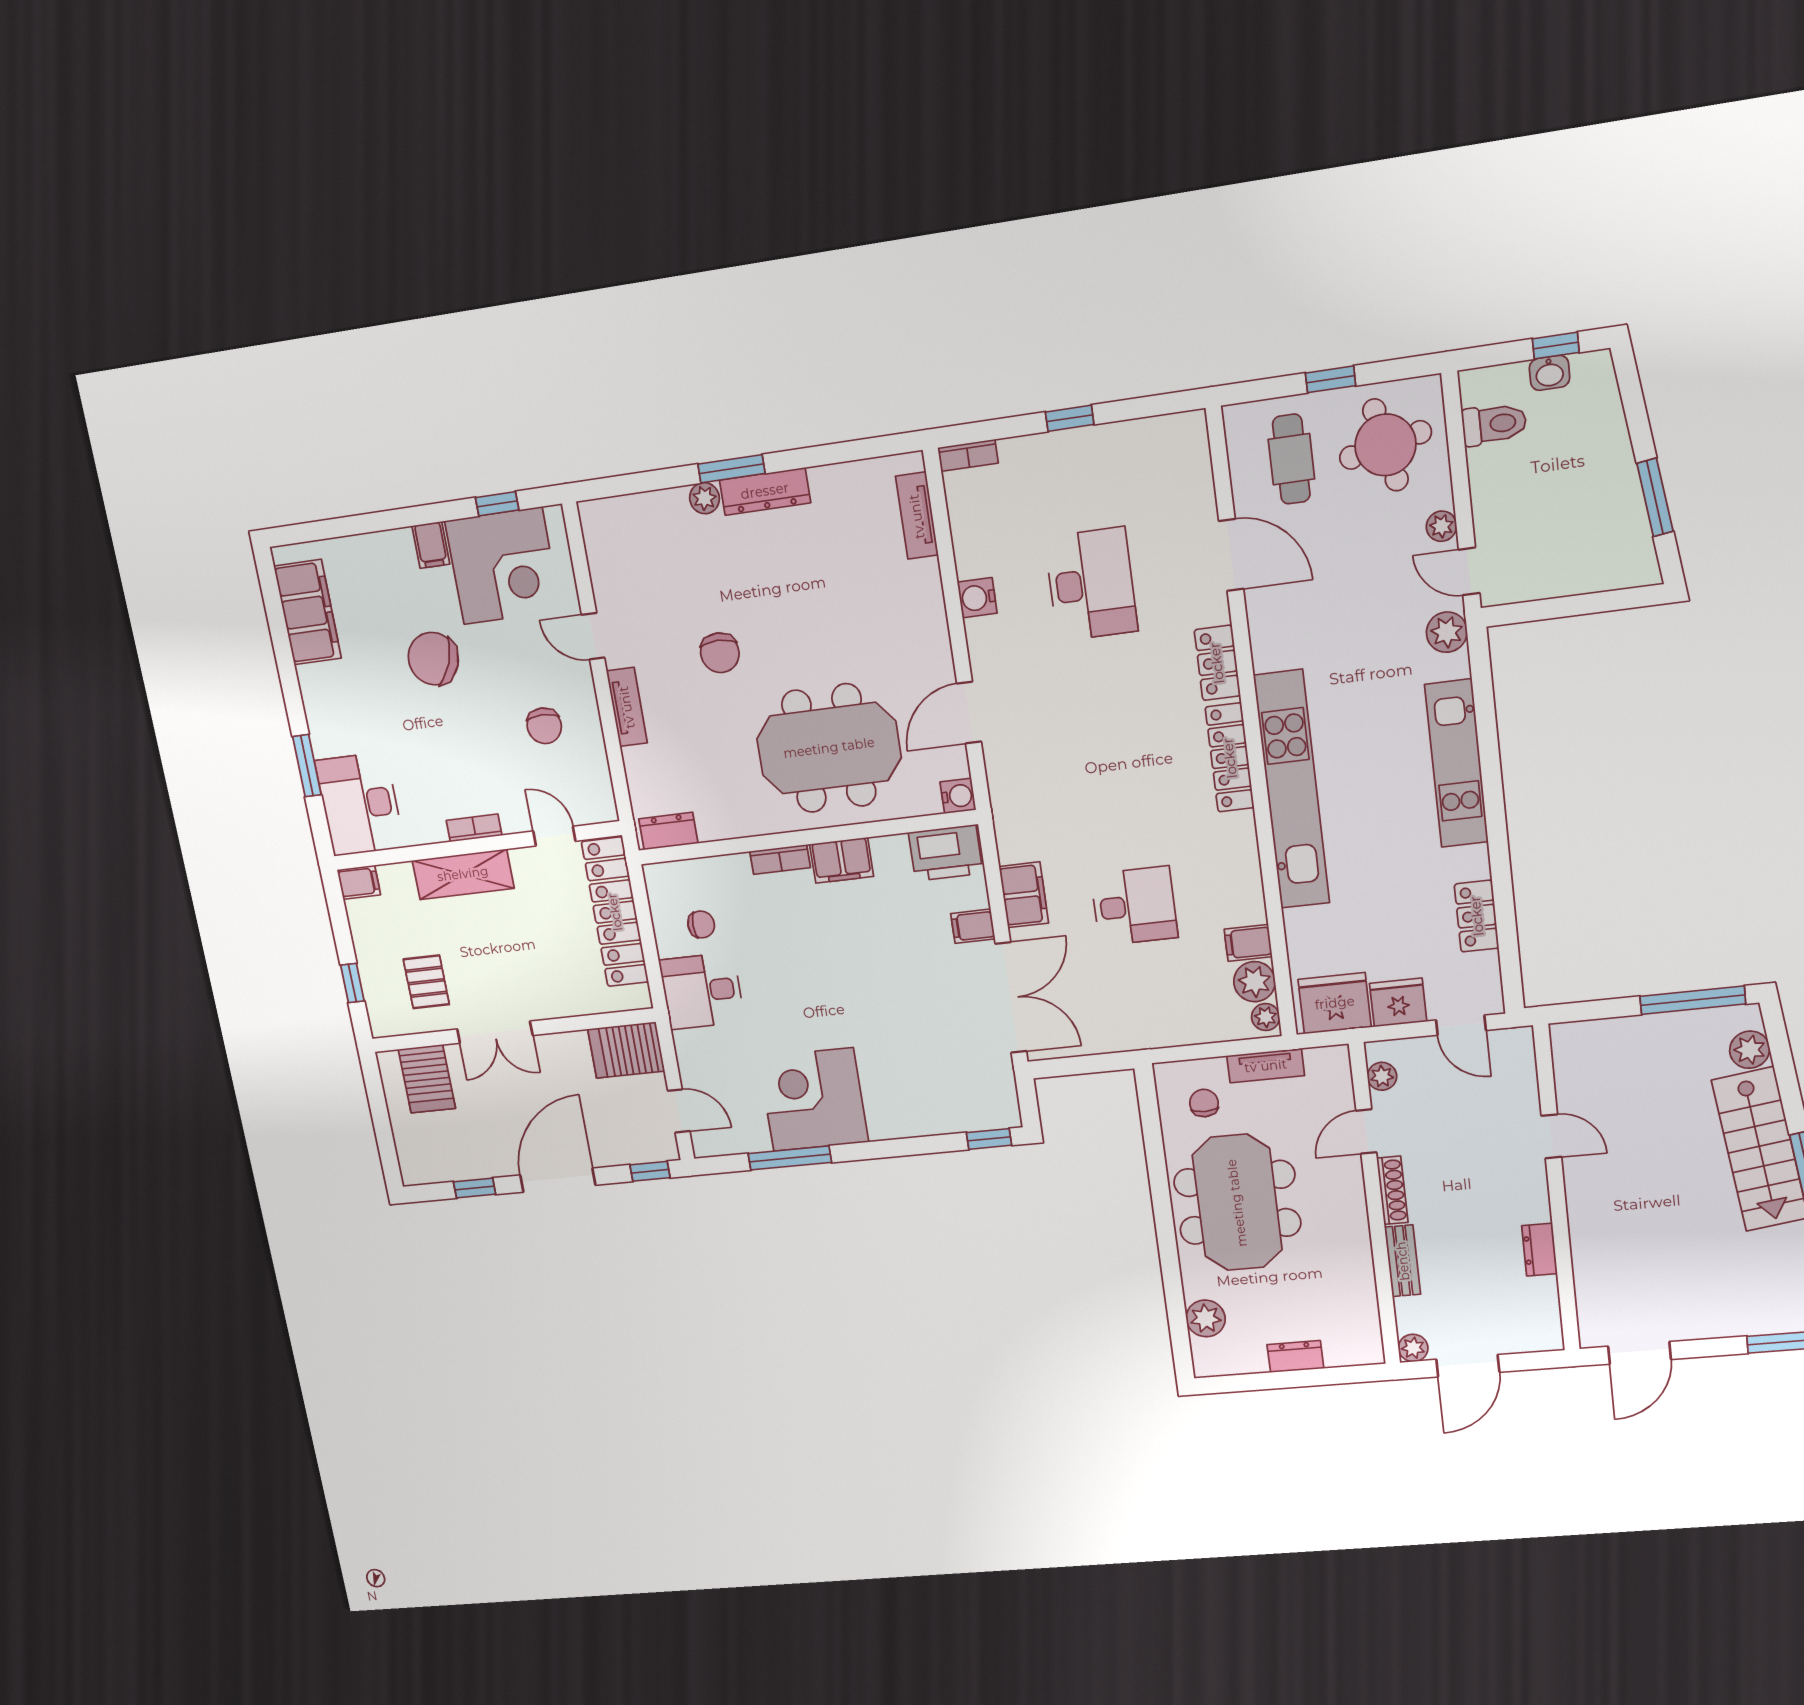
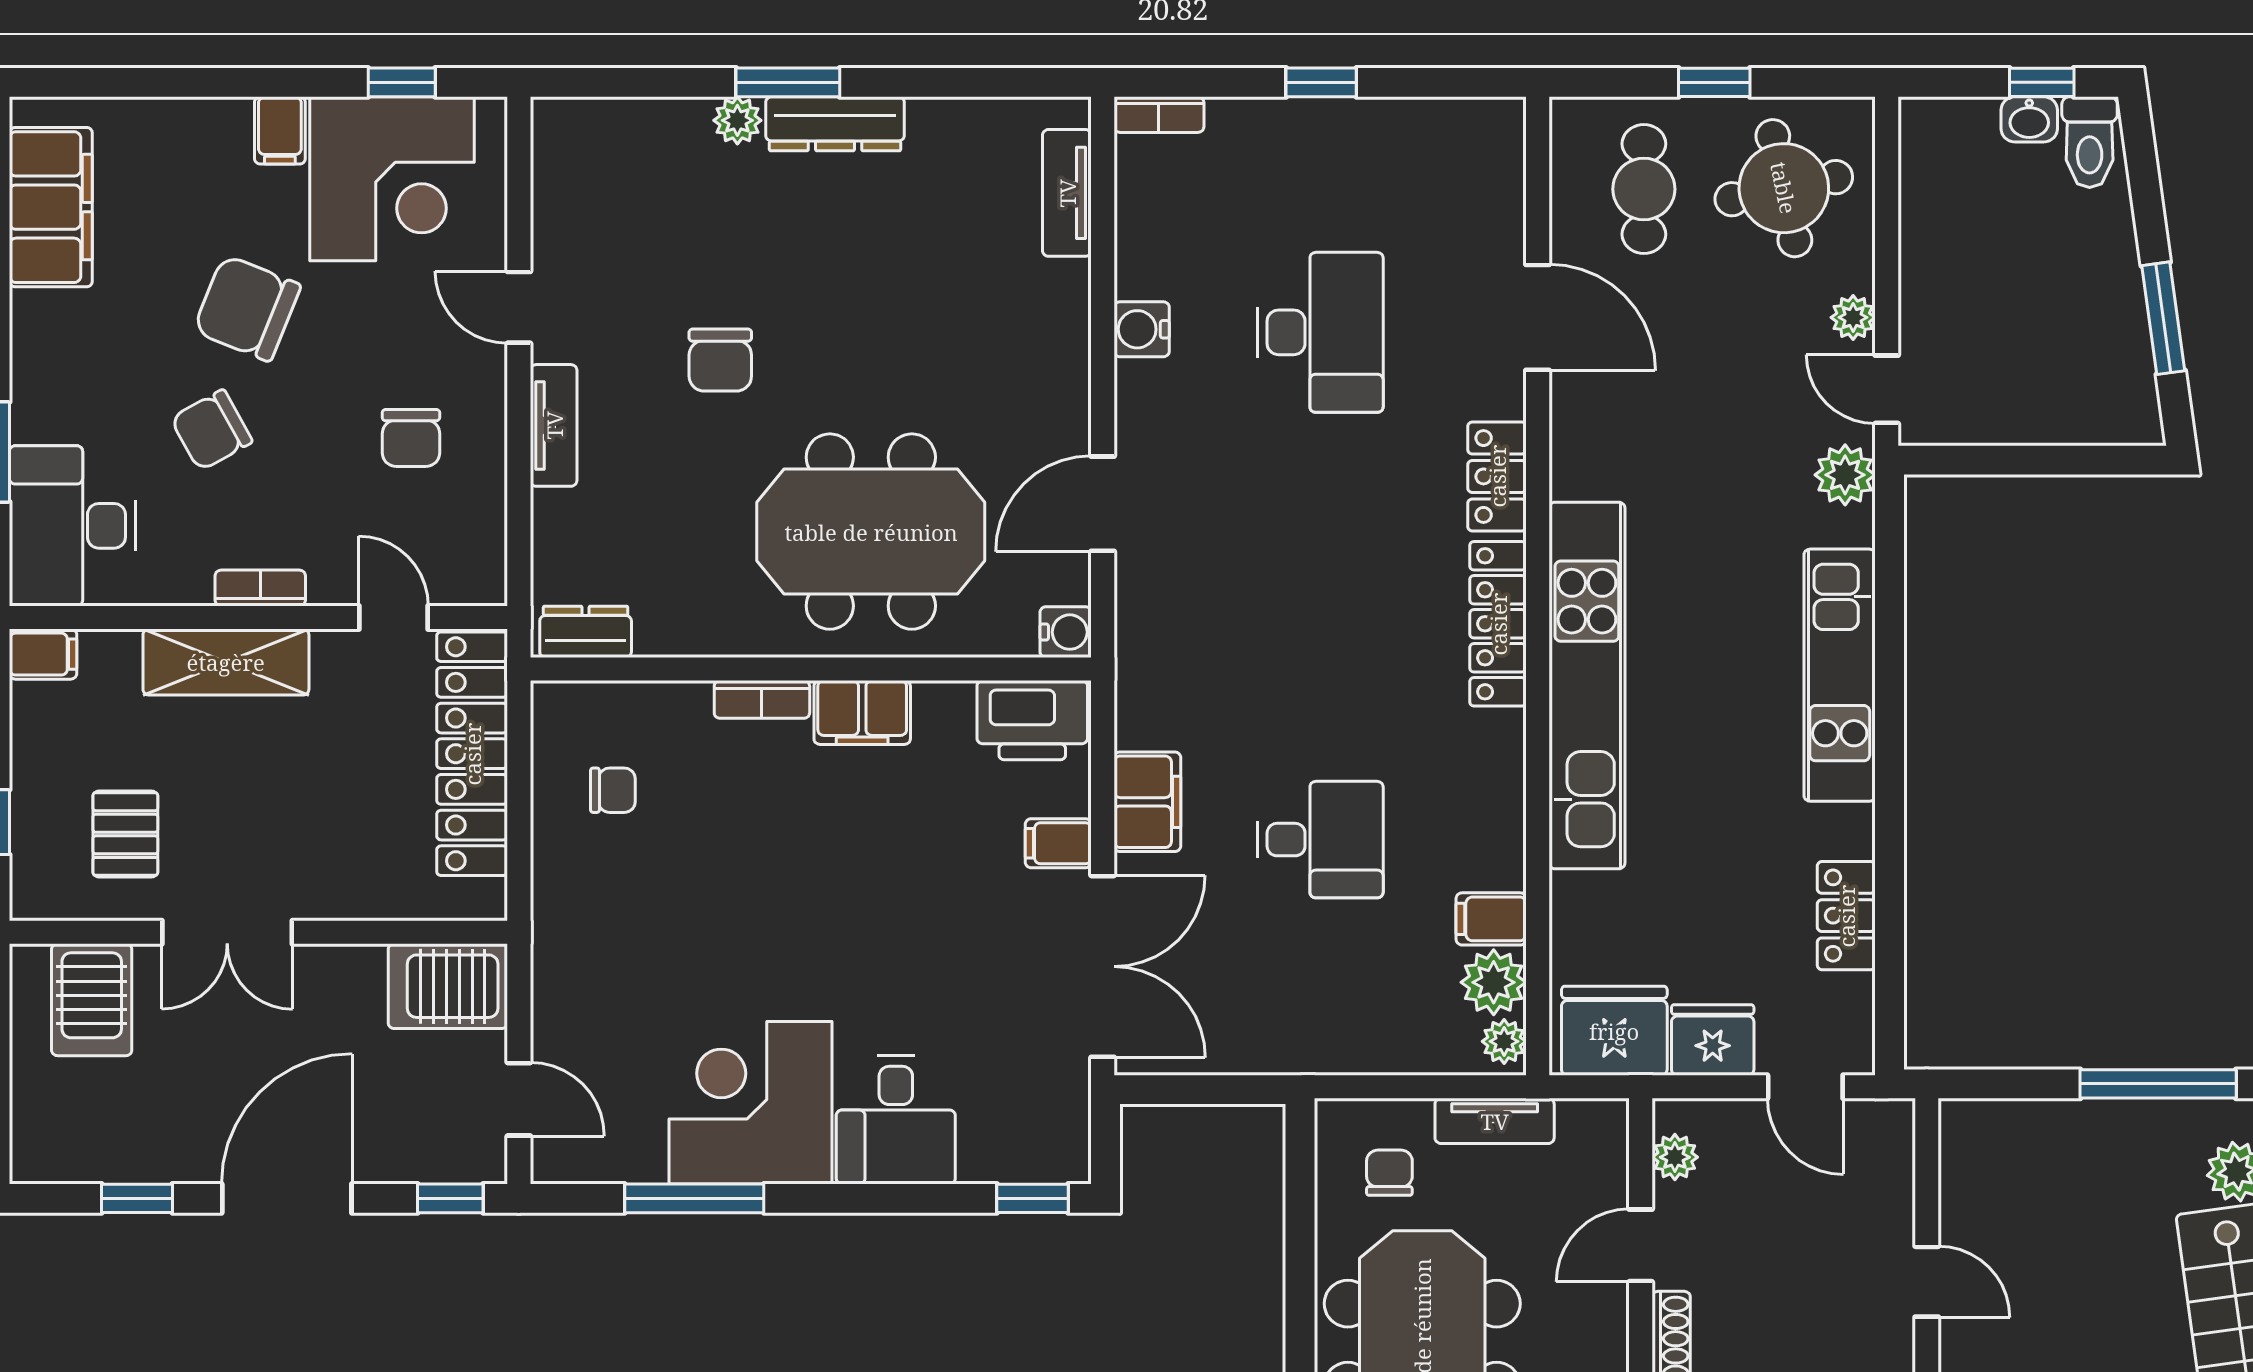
toilet: (1494, 424) -> (2090, 142), moved, turned 90
chair: (427, 736) -> (211, 430), added
desk: (702, 991) -> (896, 1120), moved, turned -90

